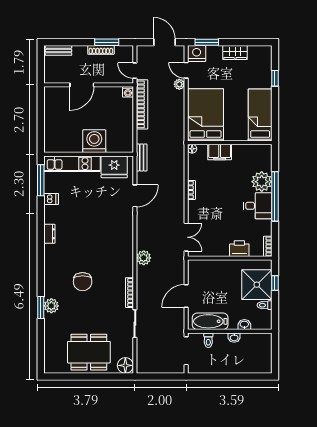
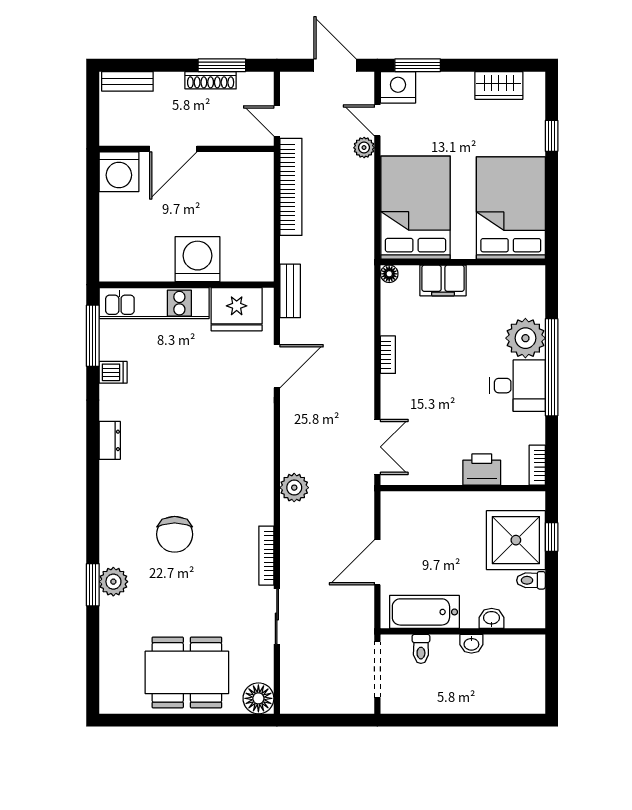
wardrobe: (235, 53) -> (499, 85), moved
washing machine: (128, 92) -> (119, 172), moved, width x1.89, depth x1.89
bed: (260, 115) -> (511, 208), width x1.50

